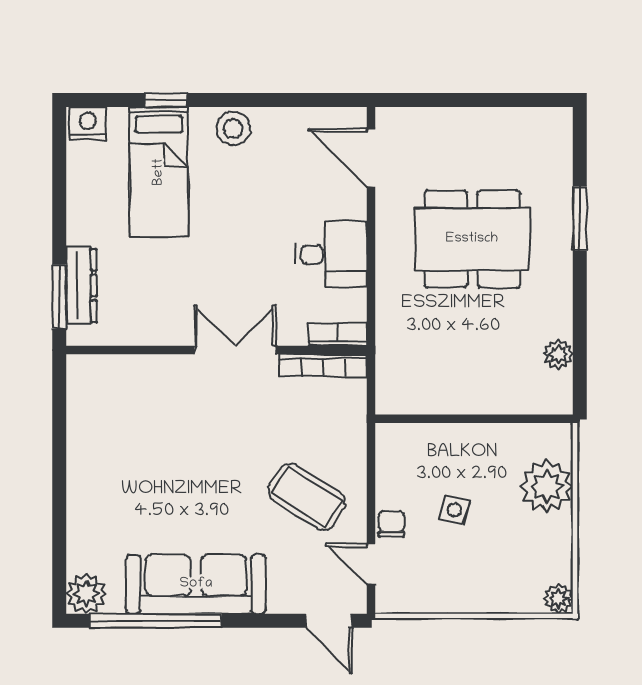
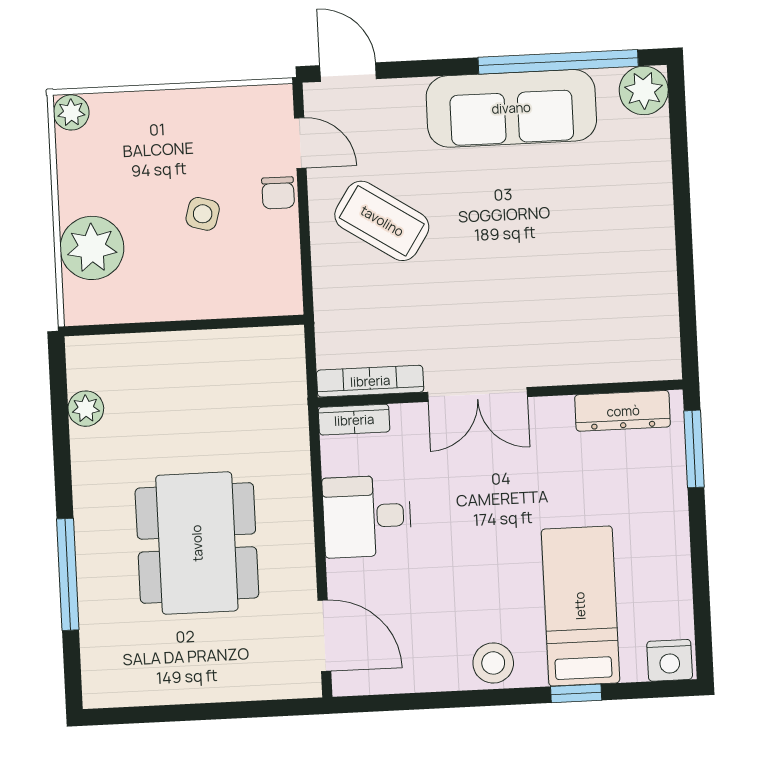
window: (580, 219) -> (68, 574), width x1.44
dining table: (472, 239) -> (197, 543), turned 90
dresser: (81, 285) -> (623, 411), moved, turned -90

